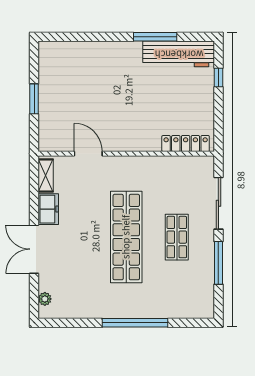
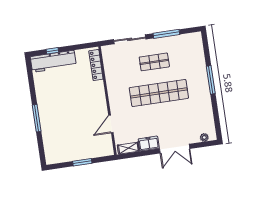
window: (155, 37) -> (37, 118), moved
workbench: (179, 54) -> (53, 61), moved, turned 90
window: (135, 323) -> (211, 80), width x0.68

